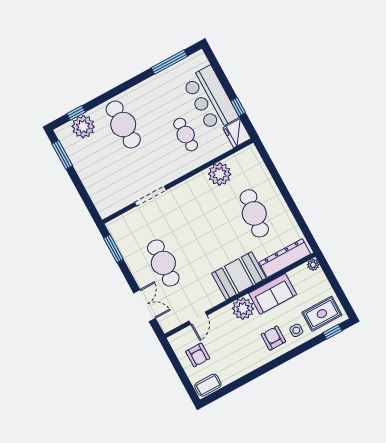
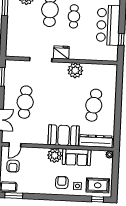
fridge: (237, 133) -> (61, 52), moved, turned 90
cafe table: (186, 135) -> (74, 16), moved
plant: (220, 174) -> (75, 70), moved
door: (198, 318) -> (15, 145), moved
window: (222, 392) -> (14, 195), added

